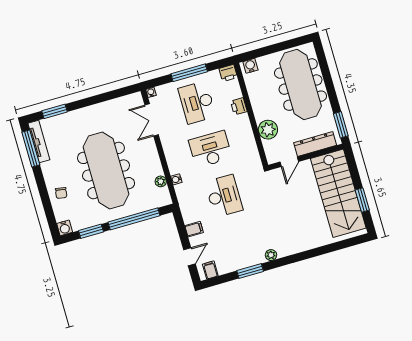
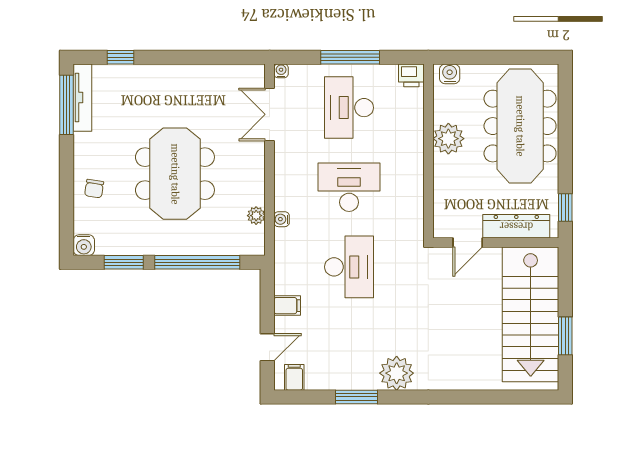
printer: (239, 106) -> (413, 132), removed
window: (54, 111) -> (120, 57), width x0.67
window: (341, 125) -> (565, 207), width x0.67
plant: (268, 130) -> (448, 139), moved
meeting table: (106, 171) -> (175, 174), width x0.73
plant: (271, 255) -> (397, 373), width x1.87, depth x1.87

